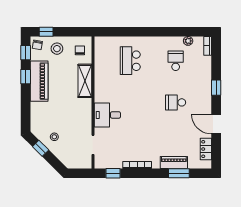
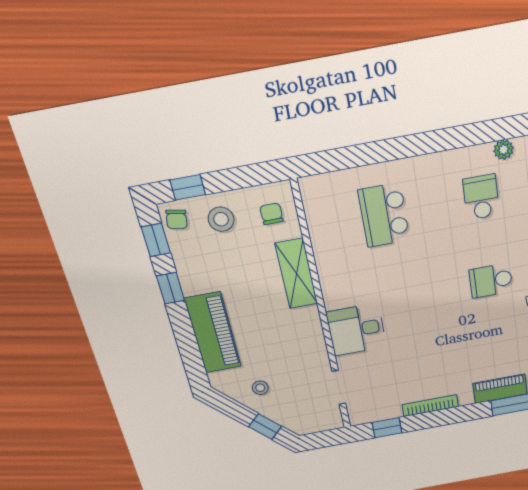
piano: (39, 81) -> (213, 333), moved
window: (41, 148) -> (265, 427), moved

